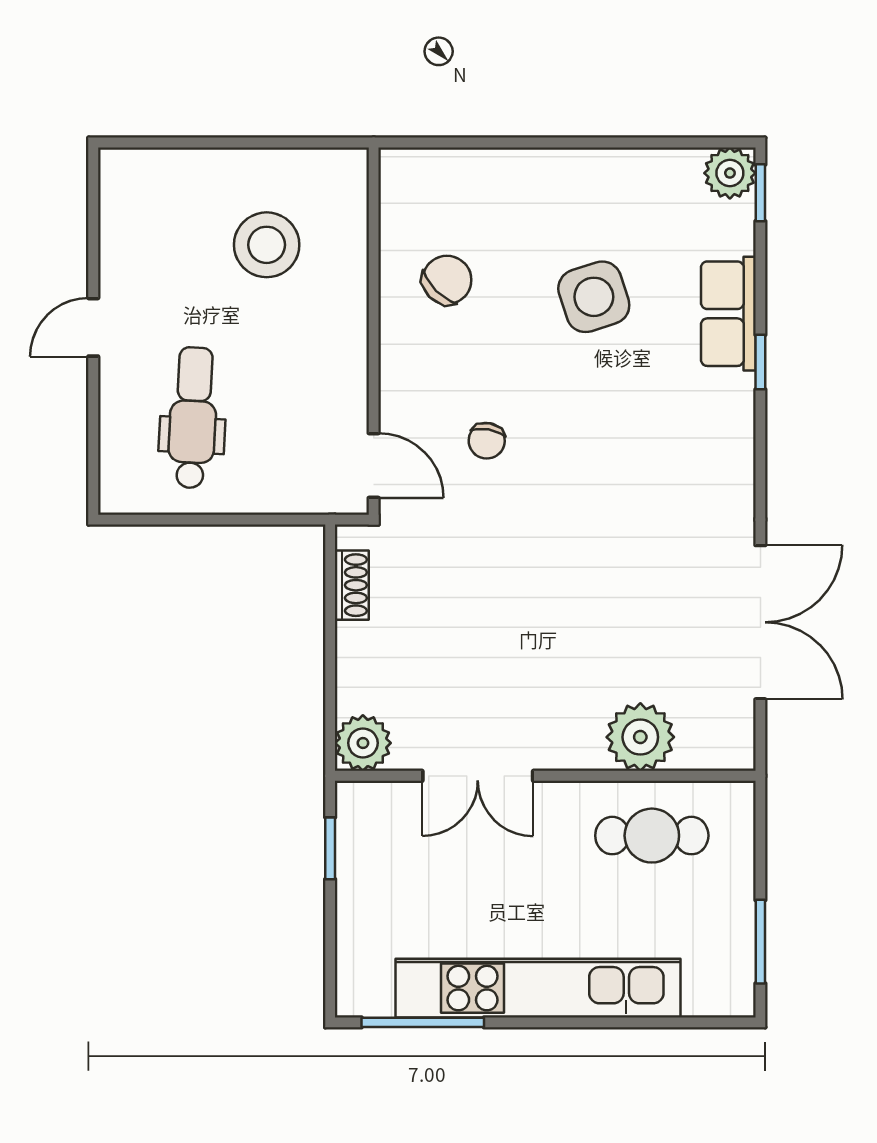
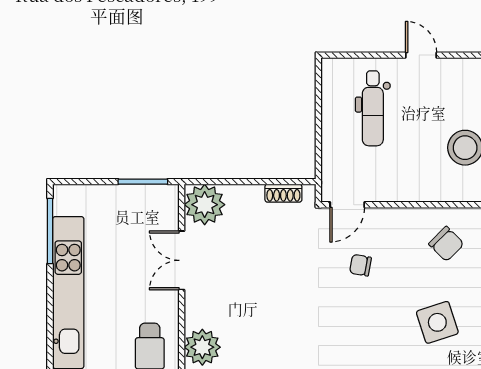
dental chair: (193, 418) -> (373, 108), turned 87
plant: (363, 743) -> (205, 205), width x1.36, depth x1.36
window: (330, 848) -> (143, 182), width x1.50

